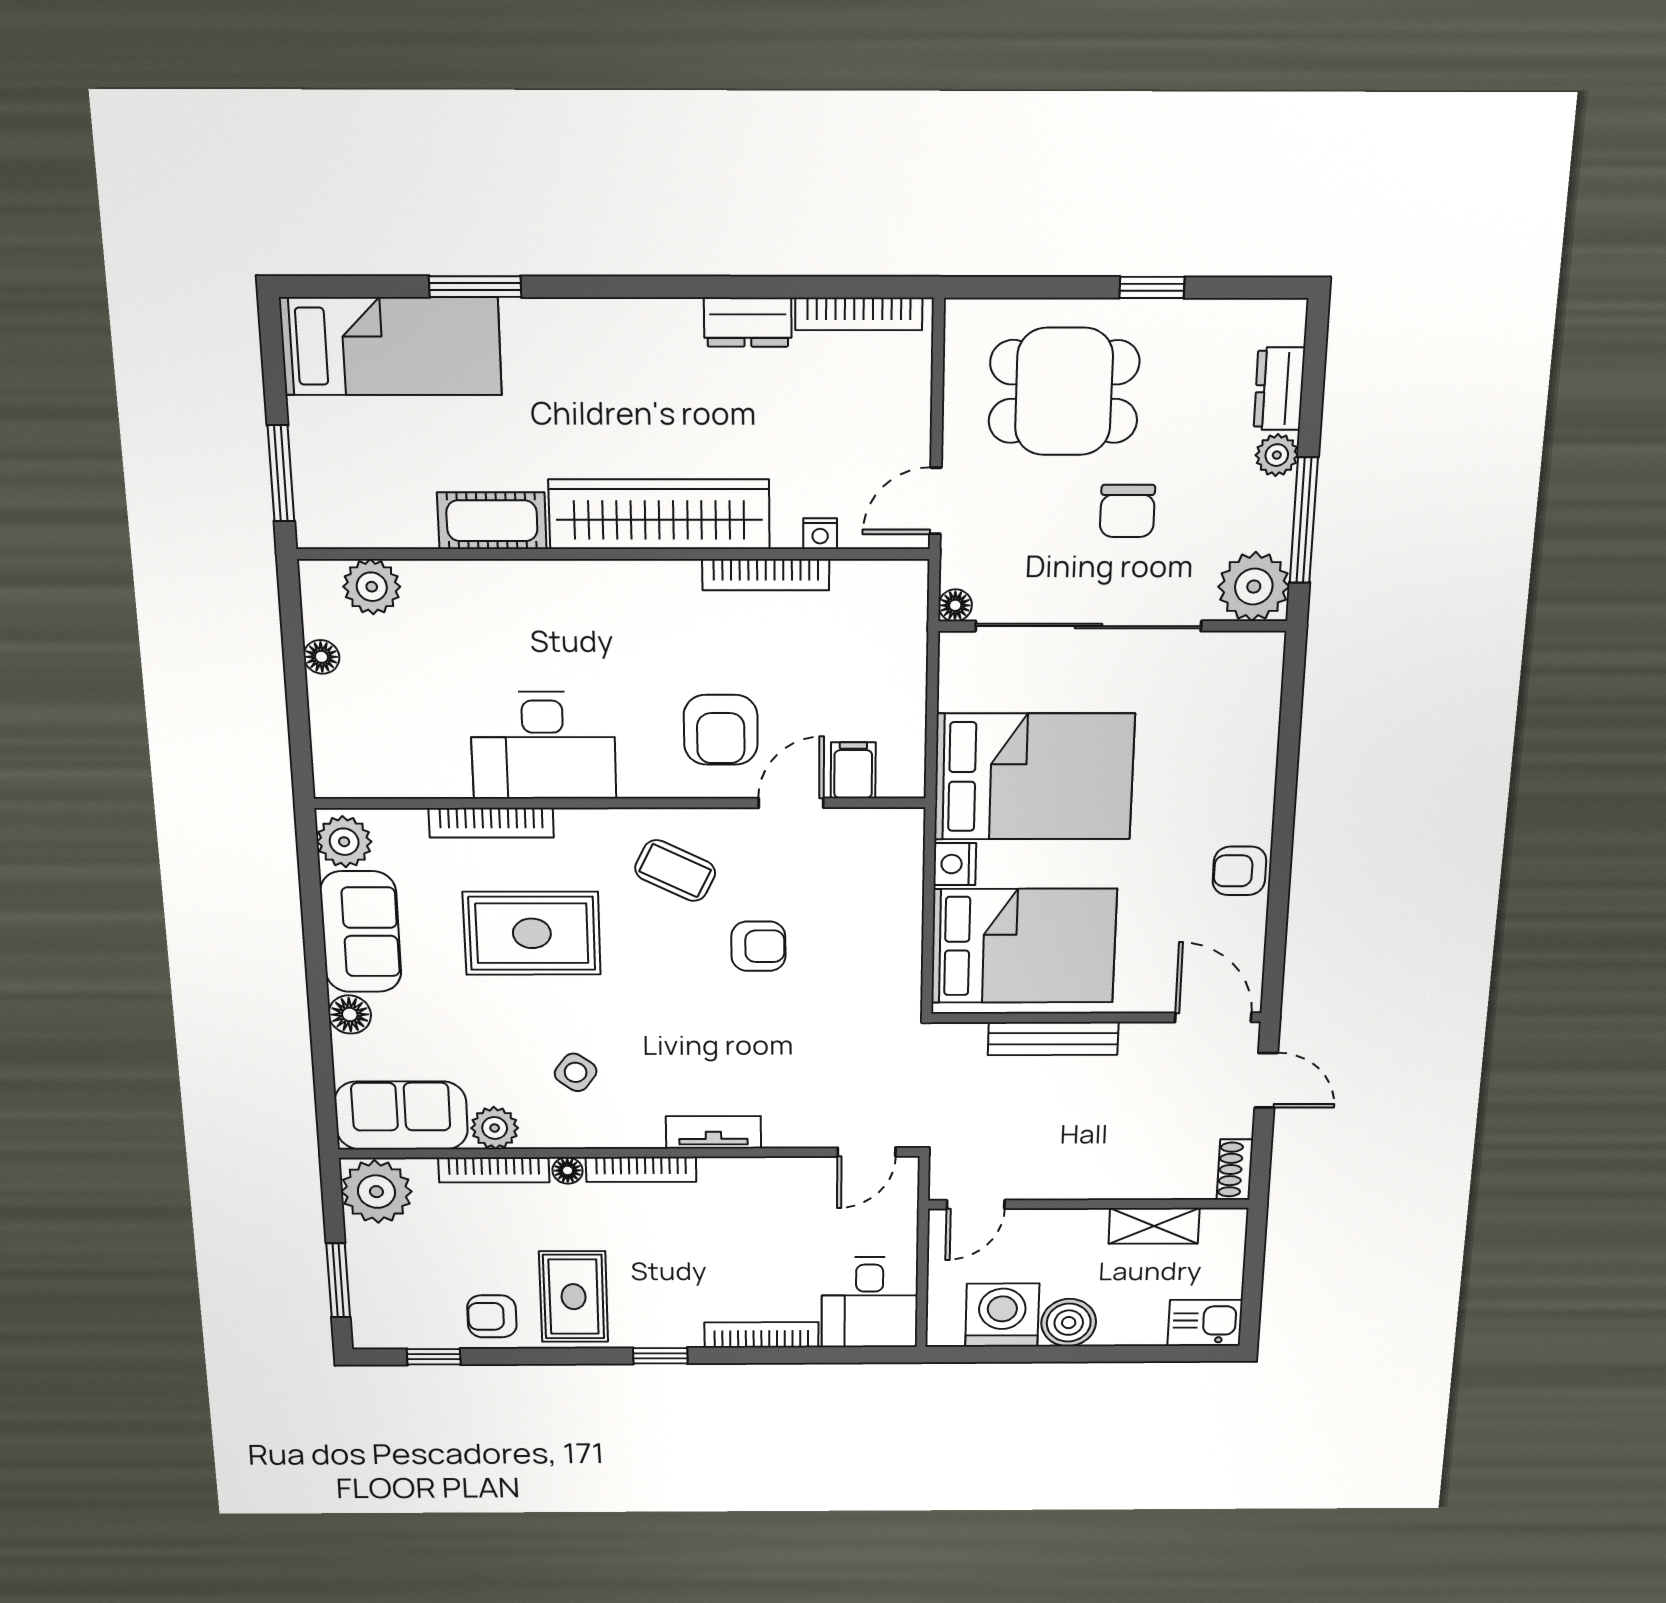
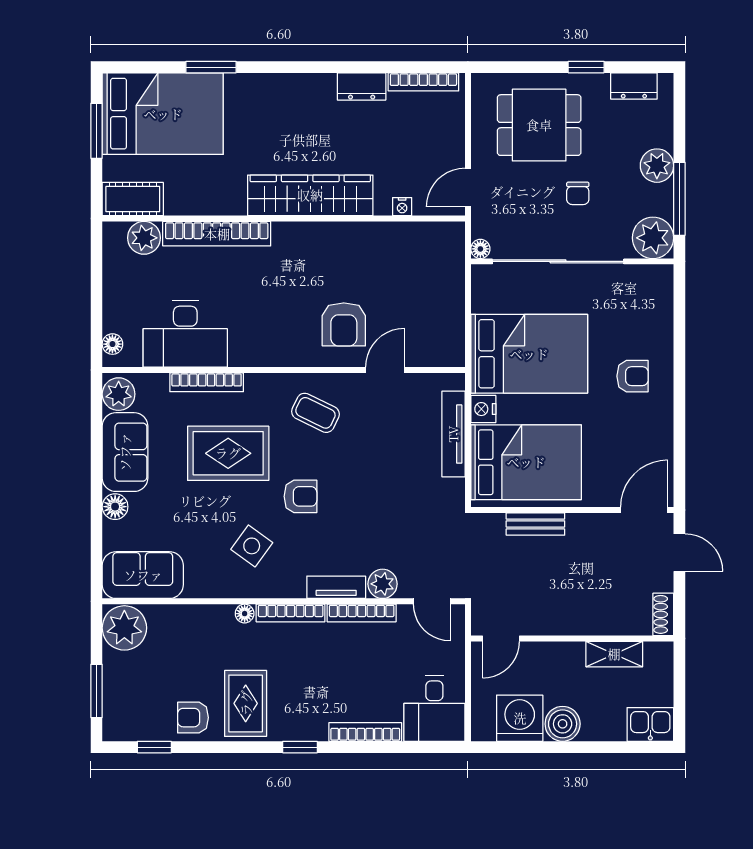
bed: (391, 346) -> (163, 114), width x1.50
dresser: (1279, 389) -> (634, 86), moved, turned -90
plant: (1277, 455) -> (657, 166), width x1.38, depth x1.38
window: (281, 473) -> (97, 131), moved
chair: (1127, 511) -> (578, 193), width x0.73, depth x0.73
cot: (492, 521) -> (133, 199), moved
bookcase: (766, 575) -> (217, 234), moved, width x1.48, depth x1.31
floor lamp: (321, 657) -> (112, 344), moved
desk: (543, 746) -> (185, 334), moved
filing cabinet: (853, 770) -> (422, 350), removed
armchair: (1239, 871) -> (633, 376), moved, turned 180
tv unit: (905, 903) -> (453, 434), added
armchair: (758, 946) -> (301, 496), moved
door: (1213, 1017) -> (644, 510), hinge flipped
bench: (1053, 1039) -> (535, 524), width x0.73
side table: (576, 1072) -> (252, 546), width x1.37, depth x1.37
plant: (495, 1128) -> (383, 584), moved
door: (867, 1152) -> (432, 601), hinge flipped
bookcase: (494, 1170) -> (362, 613), moved

